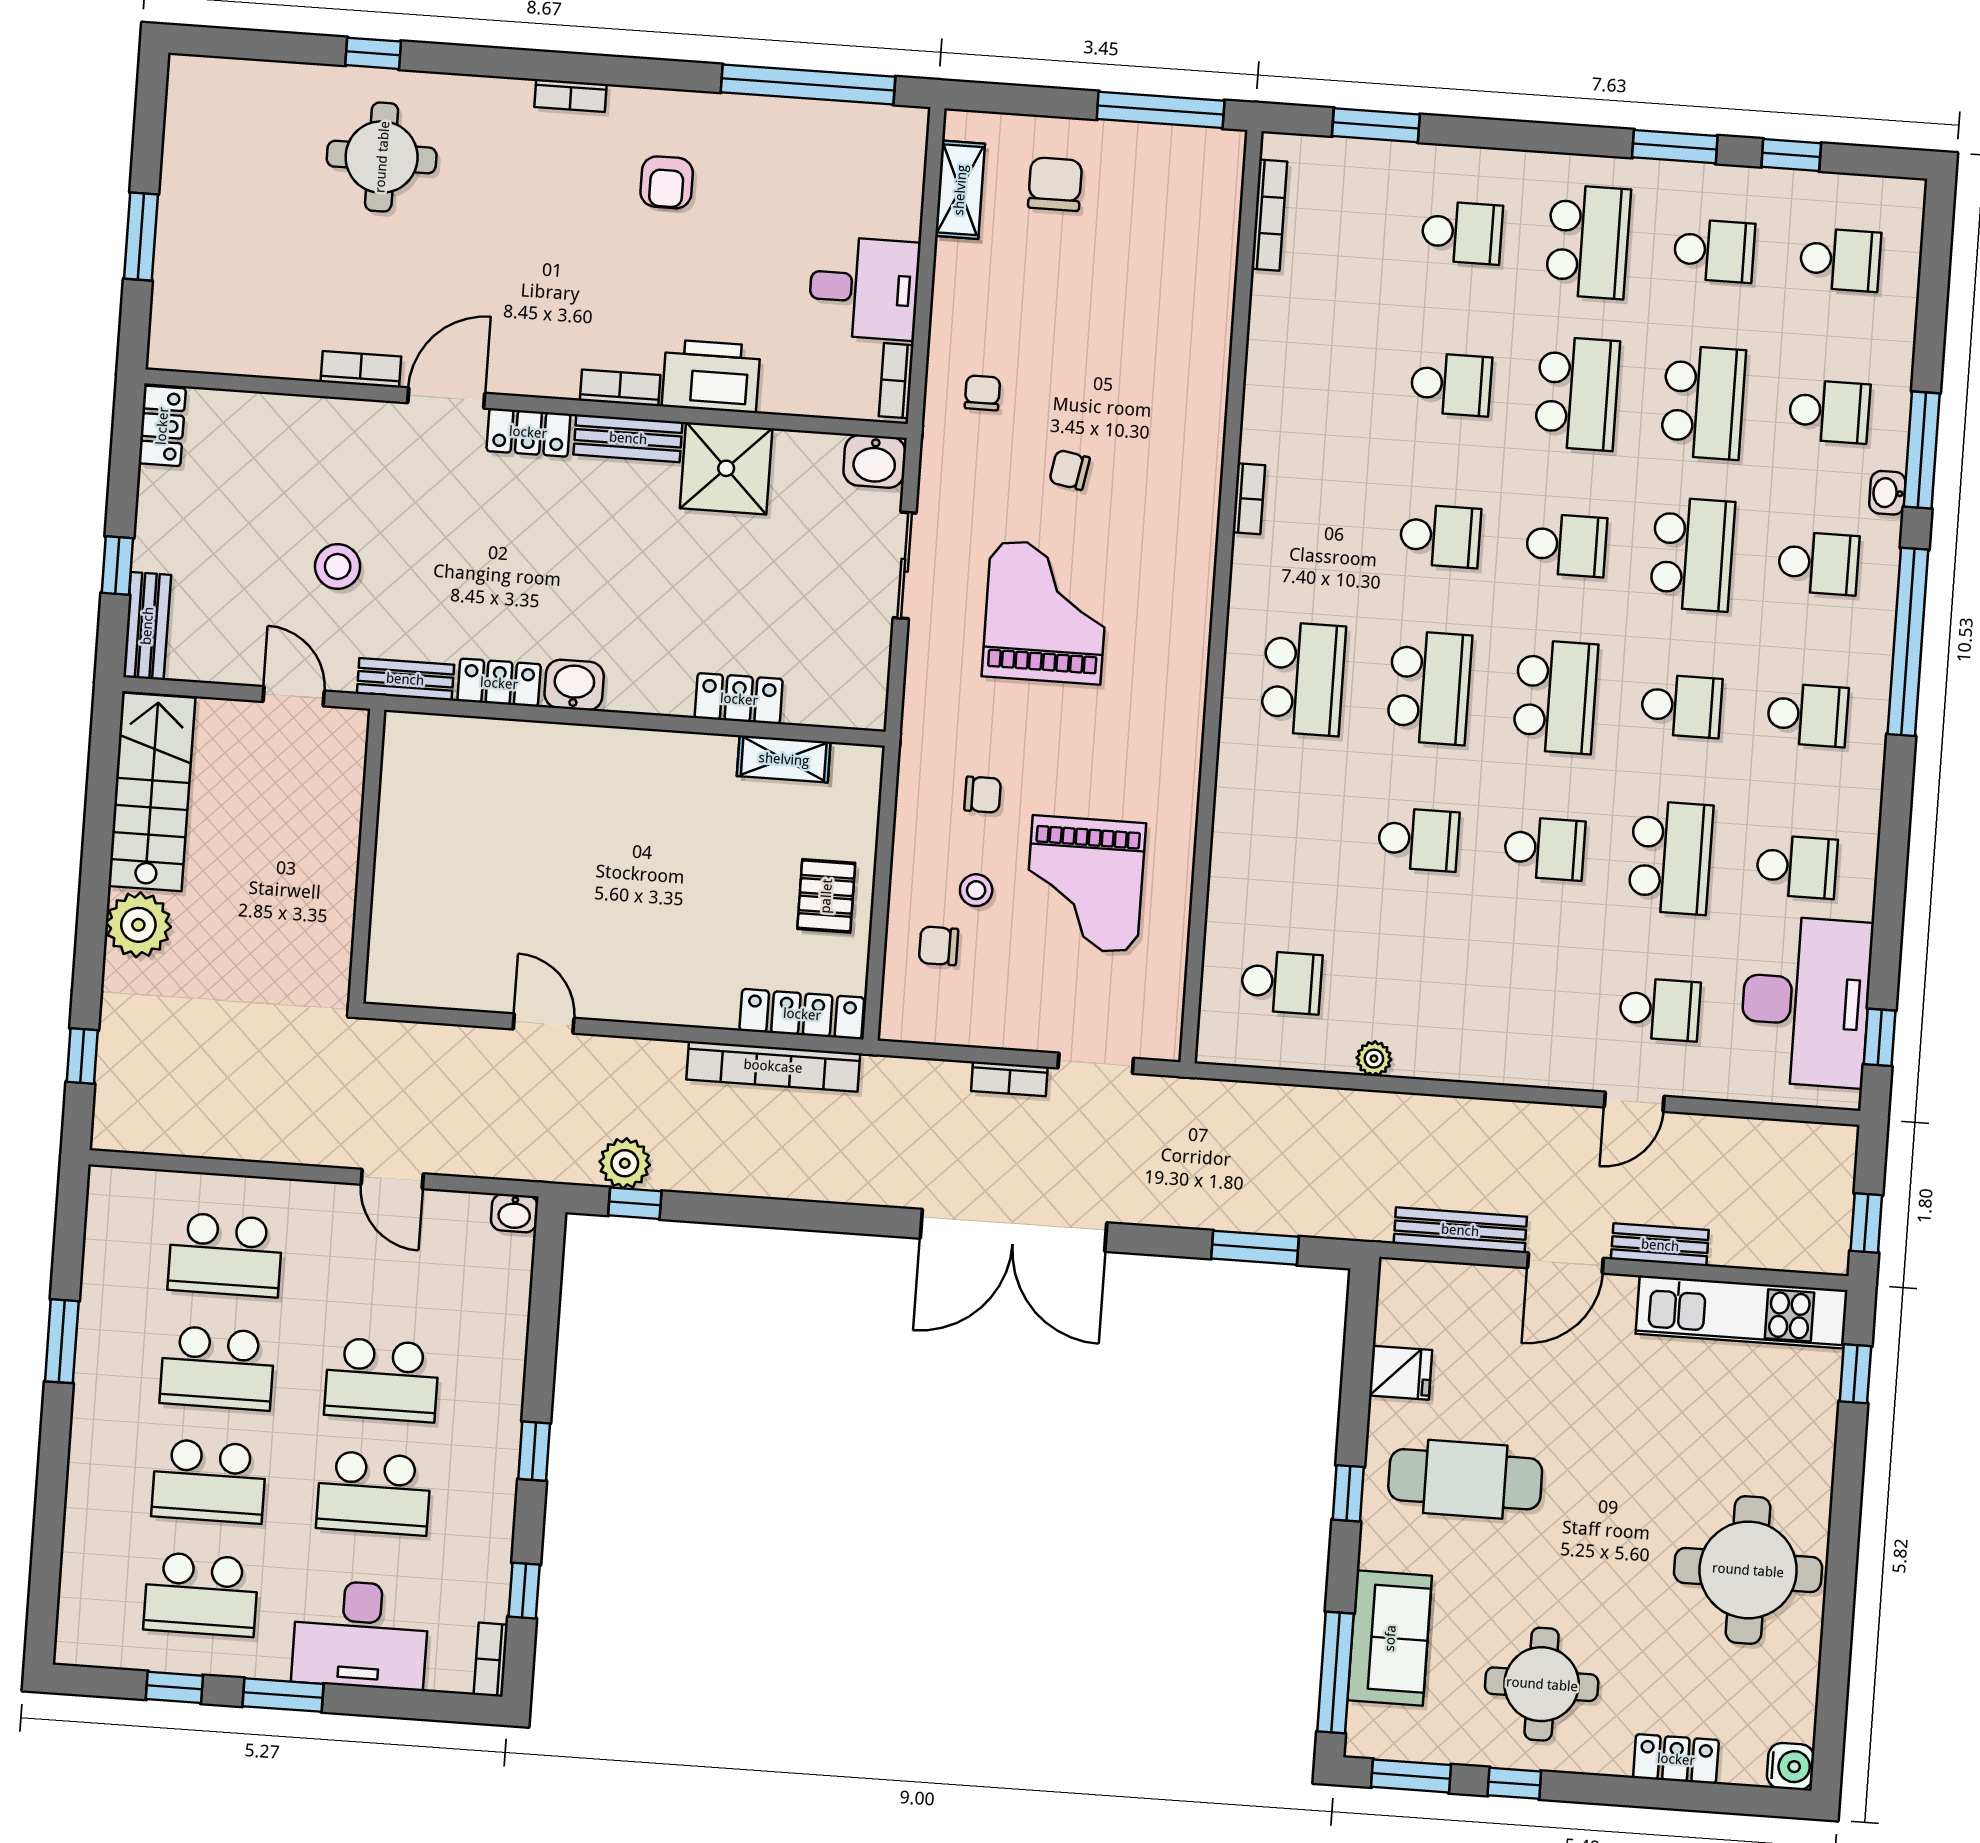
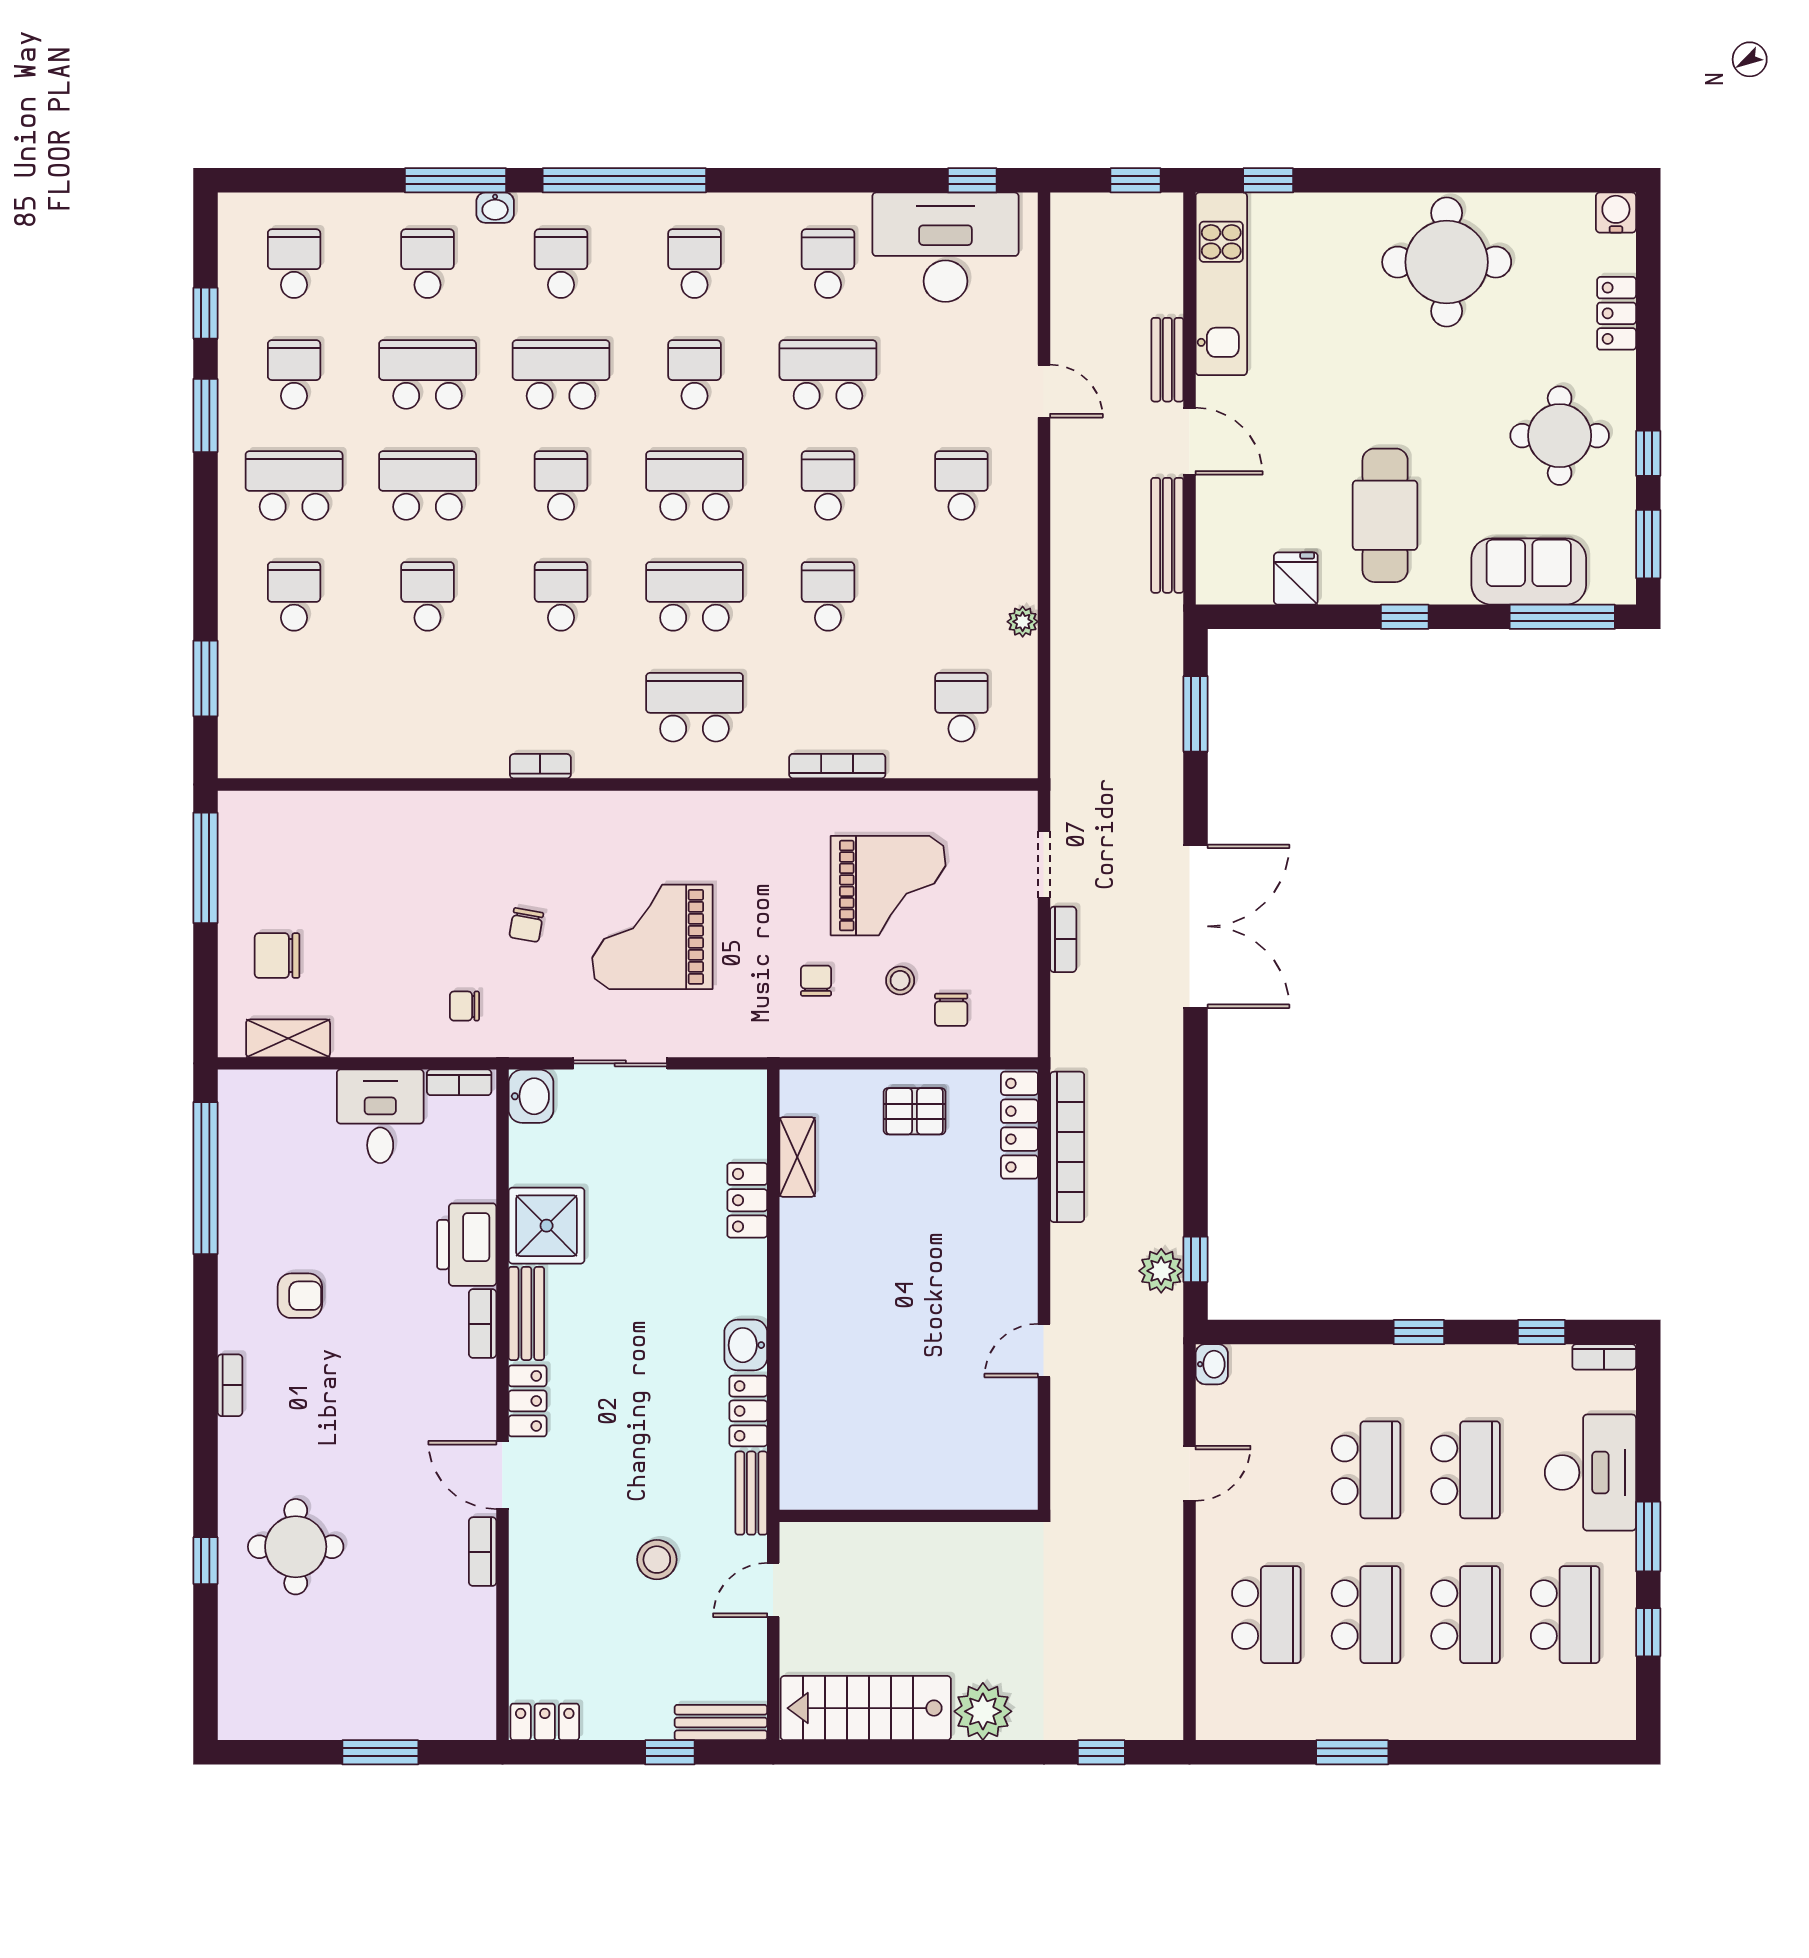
bookcase: (1269, 215) -> (837, 766), moved
school desk: (1660, 1009) -> (961, 485), moved

